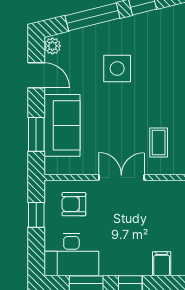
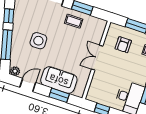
coffee table: (159, 142) -> (74, 21), moved
armchair: (74, 204) -> (123, 45), moved

